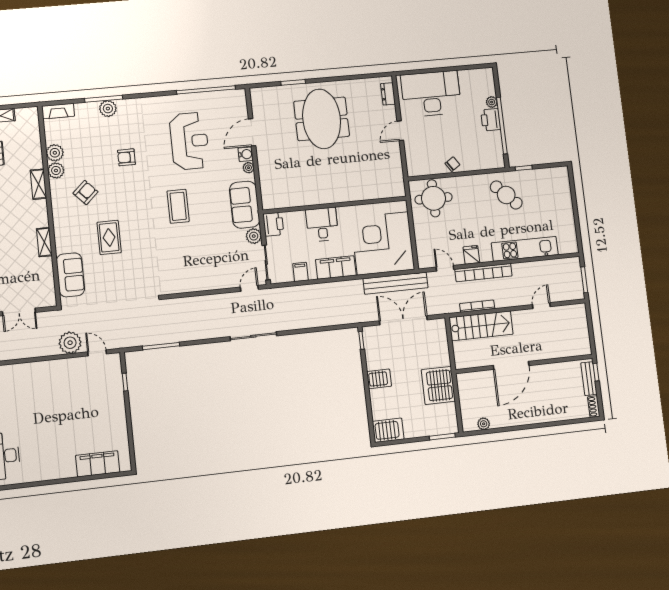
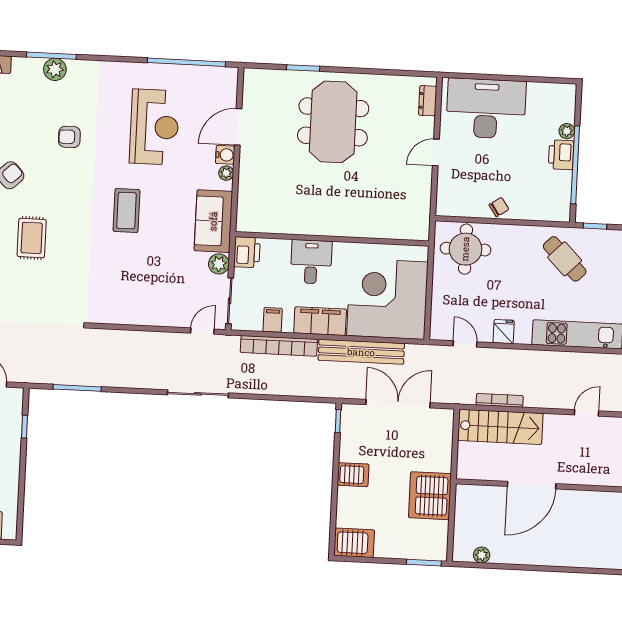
bookcase: (483, 273) -> (279, 346), moved
bench: (396, 283) -> (361, 352), moved

